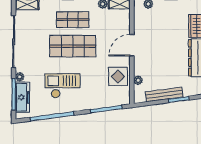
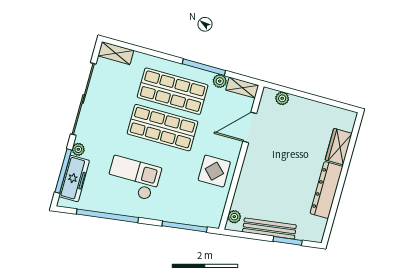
shop shelf: (73, 20) -> (173, 91), width x1.43, depth x1.36
door: (132, 45) -> (250, 127), moved
display table: (118, 76) -> (214, 171), moved
plant: (138, 80) -> (234, 217), moved

